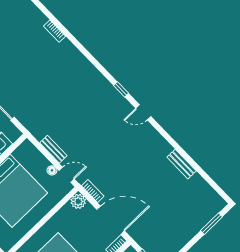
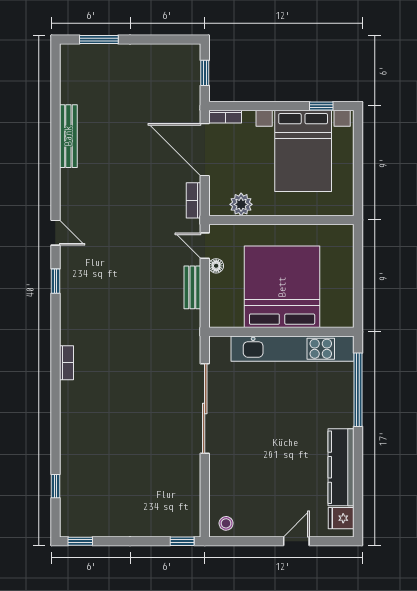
bookcase: (54, 31) -> (66, 363), moved
bench: (182, 164) -> (68, 136), width x1.36
plant: (78, 201) -> (241, 204), moved

